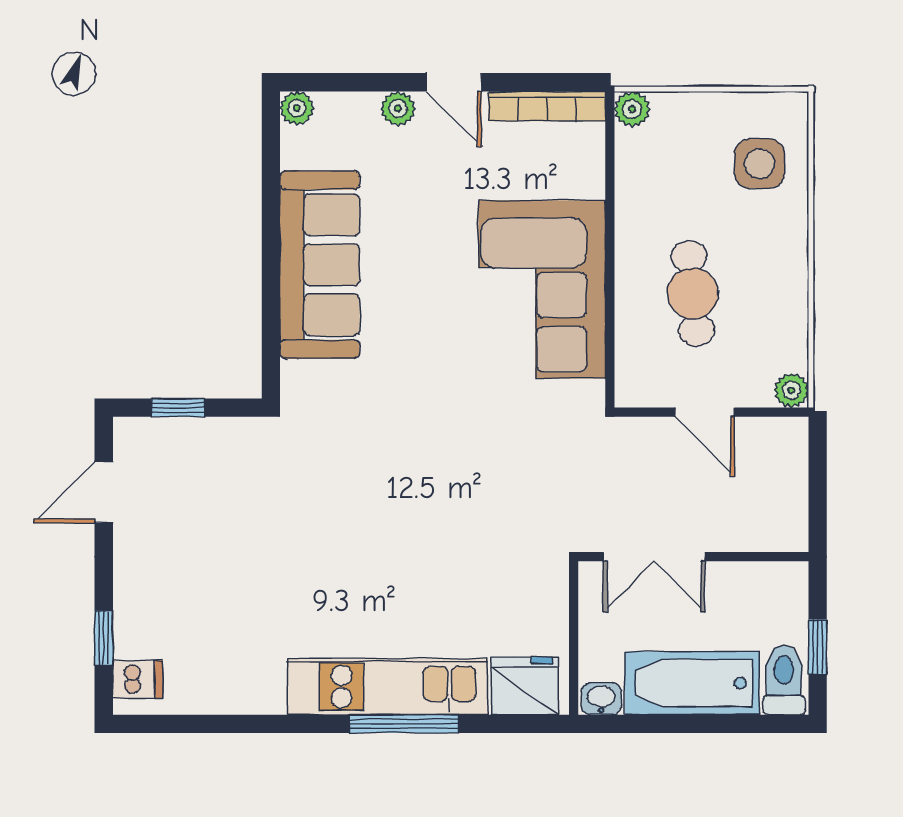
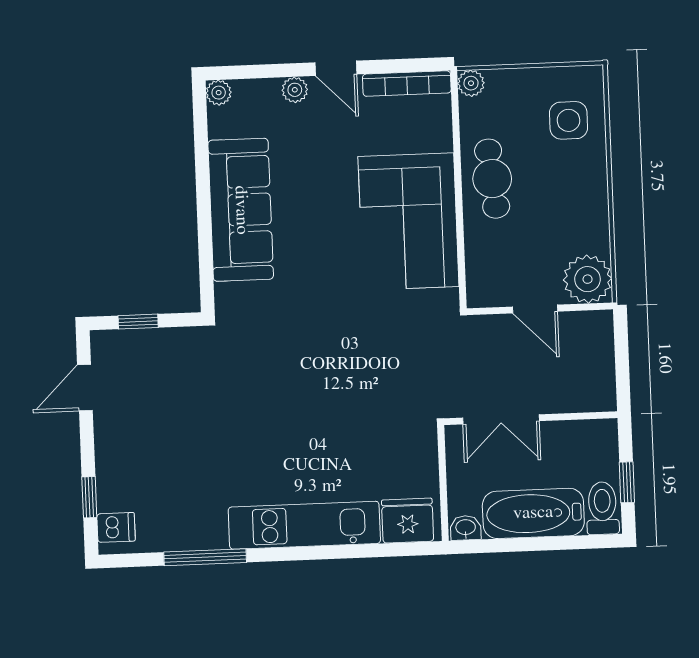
cafe table: (693, 293) -> (492, 179), moved
plant: (791, 390) -> (588, 279), width x1.88, depth x1.88
window: (404, 724) -> (205, 557), moved

